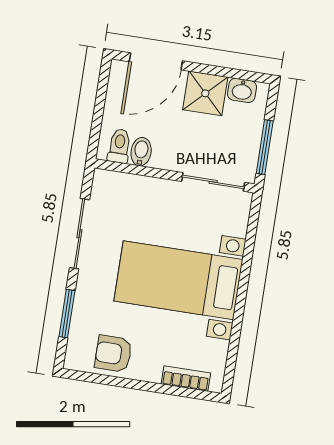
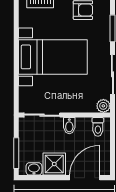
window: (265, 147) -> (16, 153), moved
bidet: (141, 152) -> (69, 126), moved
plant: (104, 181) -> (103, 106), added

